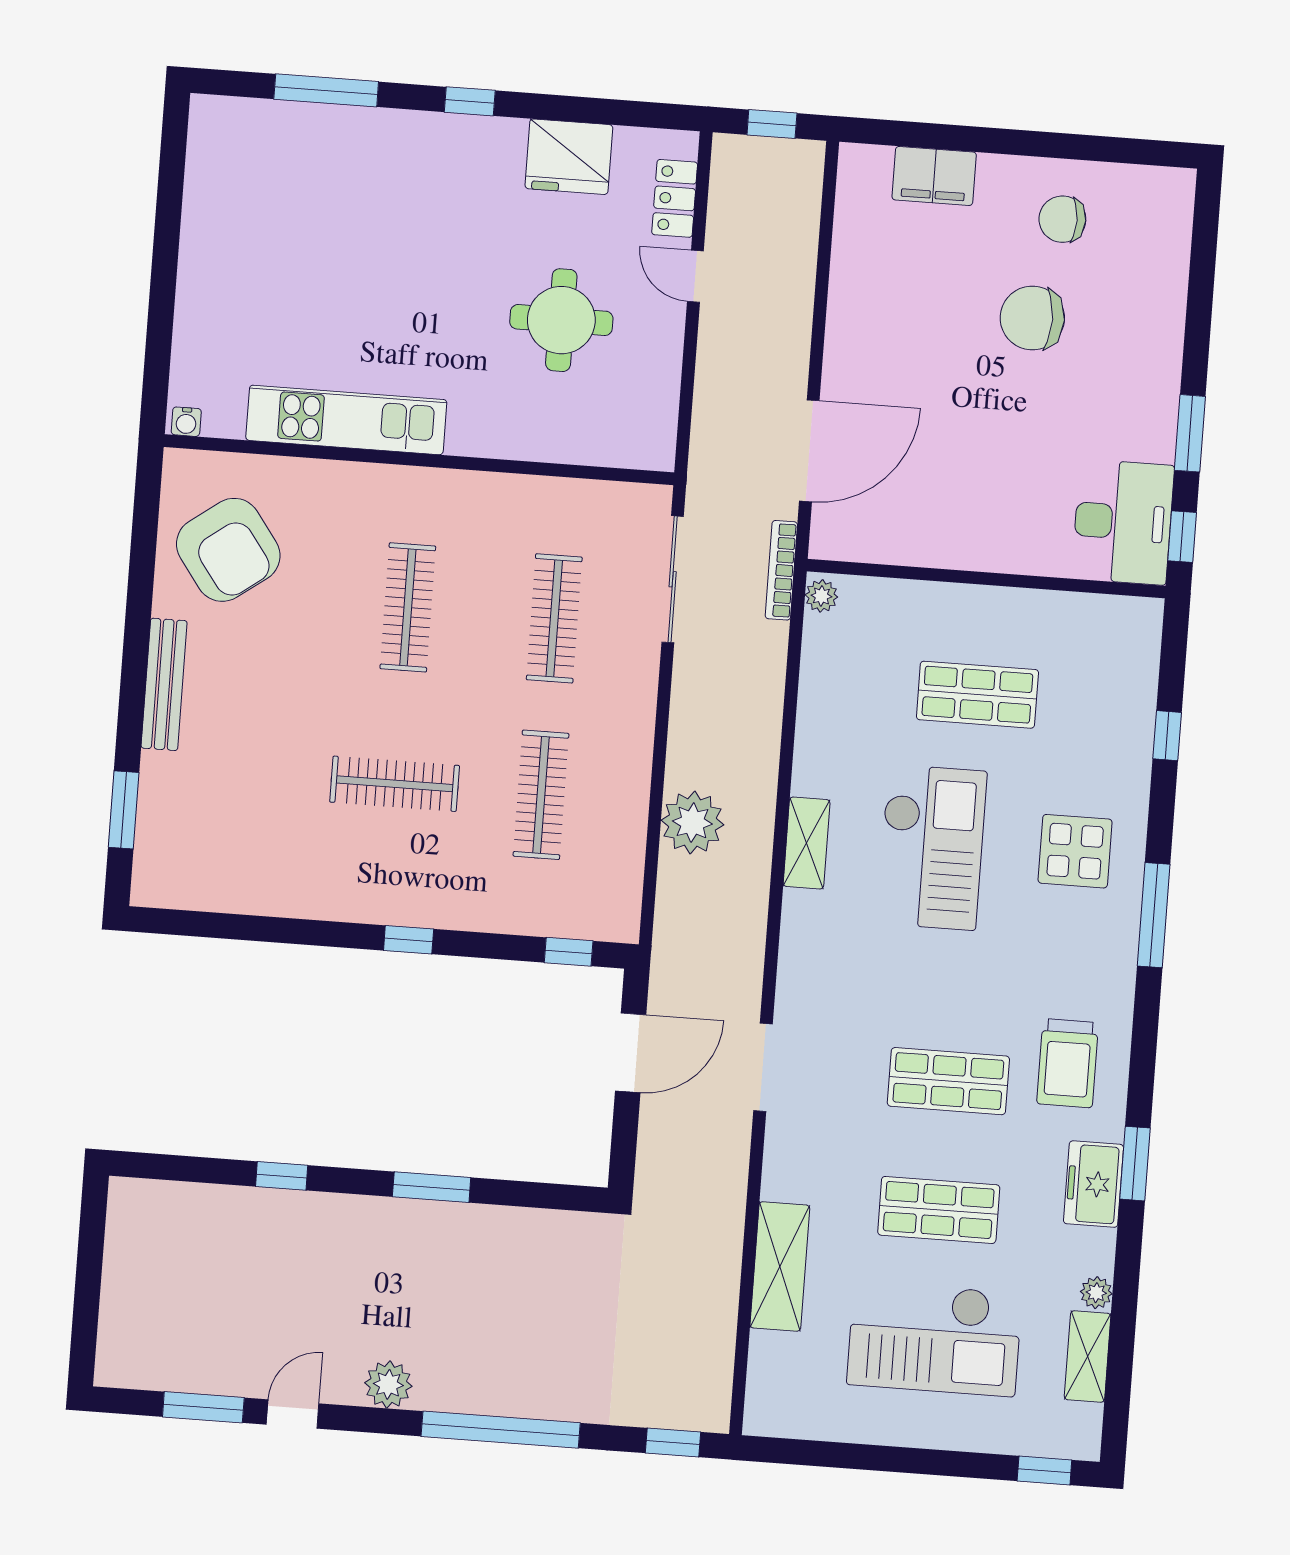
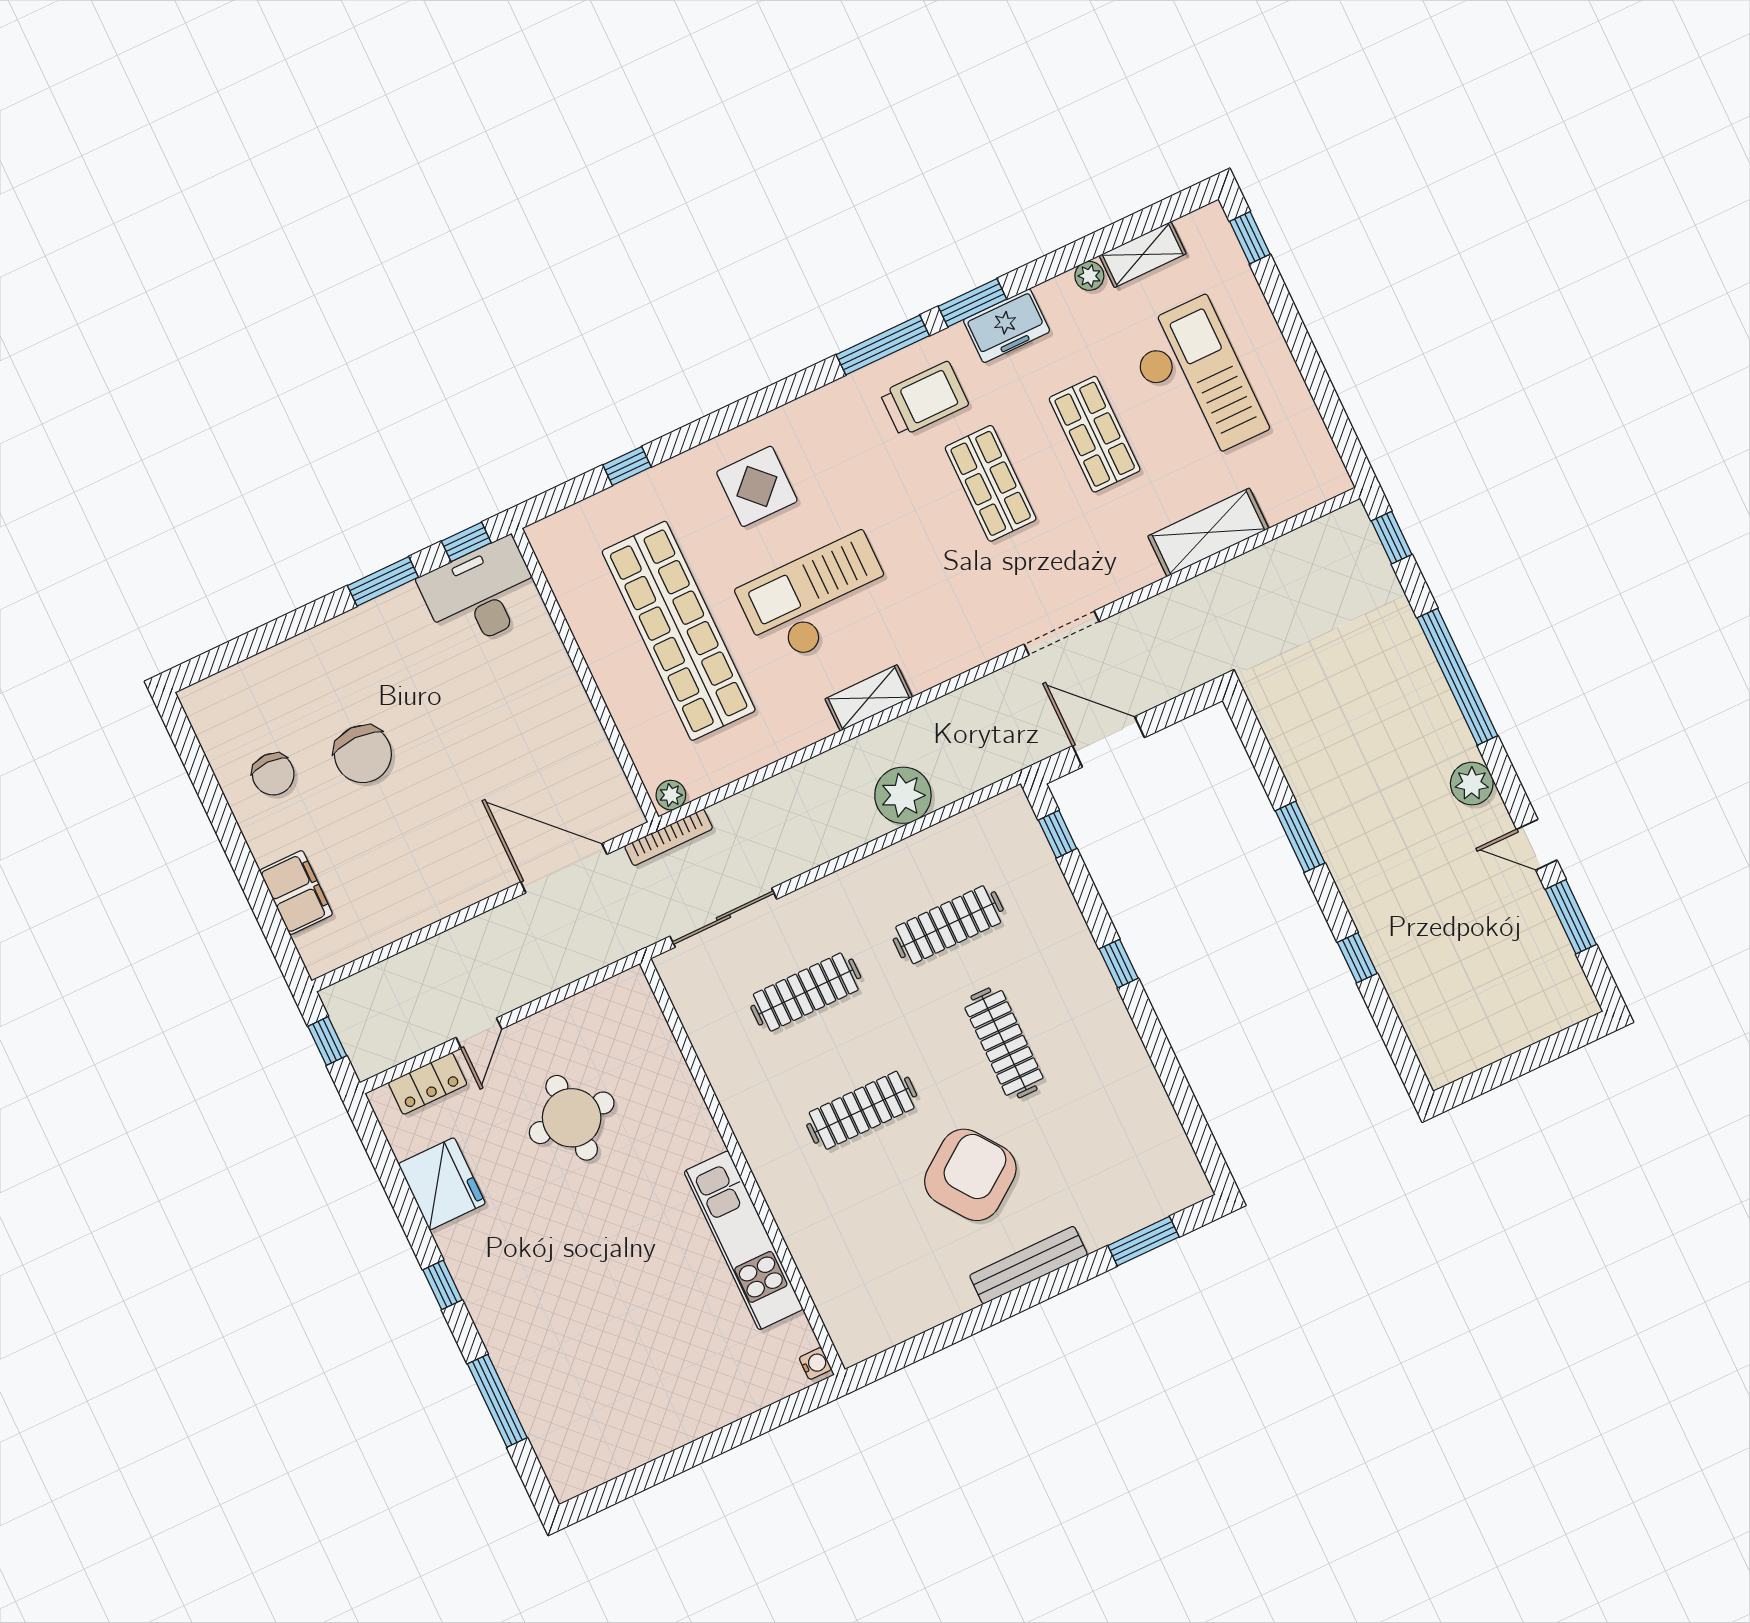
armchair: (228, 550) -> (970, 1175), moved
shop shelf: (977, 695) -> (679, 631), width x2.00, depth x1.36
window: (1154, 915) -> (883, 345), moved

